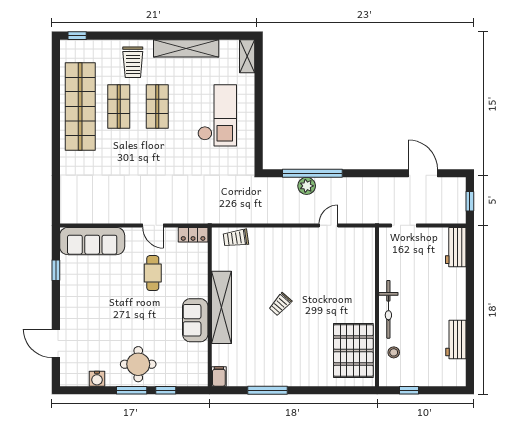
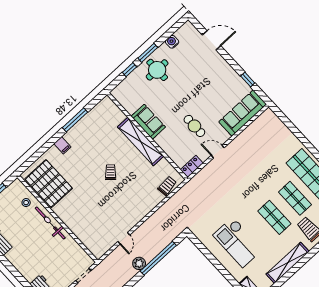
plant: (307, 186) -> (139, 263), moved
filing cabinet: (219, 376) -> (62, 145), moved

